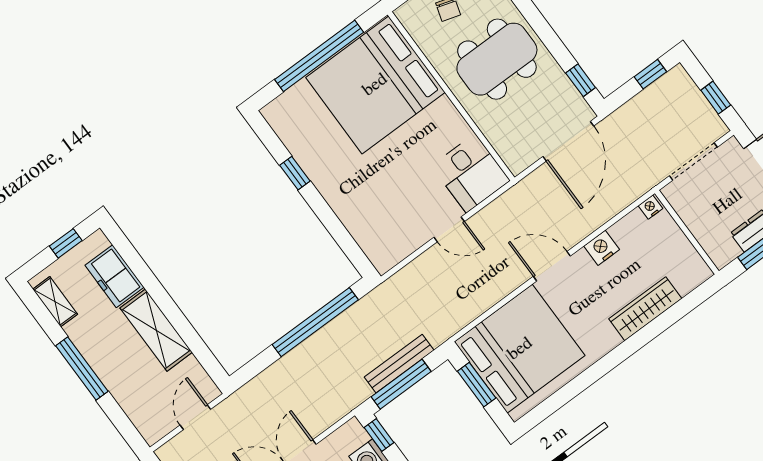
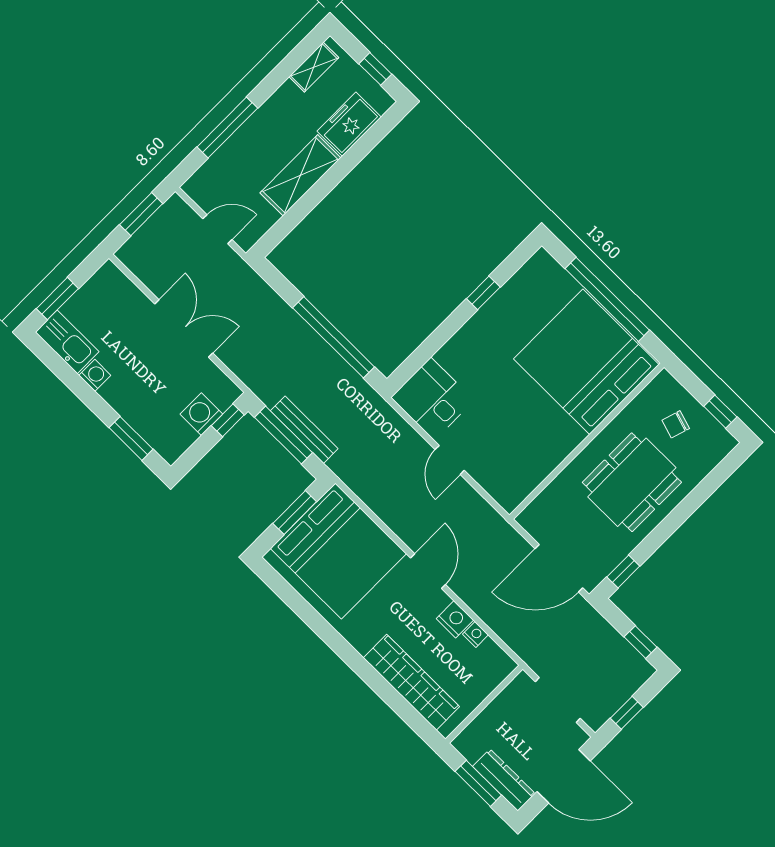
dining table: (497, 59) -> (632, 482), turned 90
desk: (471, 173) -> (432, 399), moved, turned 90
nightstand: (651, 207) -> (475, 634), moved
wardrobe: (645, 309) -> (411, 682), width x1.40, depth x1.17
window: (82, 368) -> (227, 127), moved

